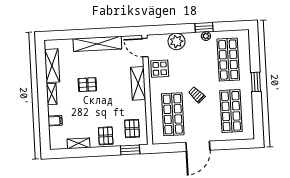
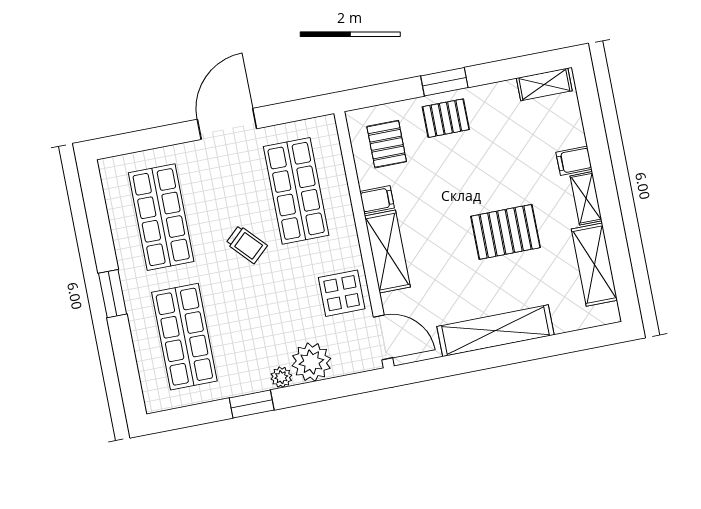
plant: (206, 36) -> (281, 377), moved
pallet: (87, 85) -> (506, 232), width x1.50, depth x1.42
filing cabinet: (139, 106) -> (377, 200), added
filing cabinet: (55, 121) -> (574, 161), moved
pallet: (106, 136) -> (446, 118), turned 90
shelving: (79, 143) -> (544, 84), moved
window: (130, 150) -> (444, 82), moved

